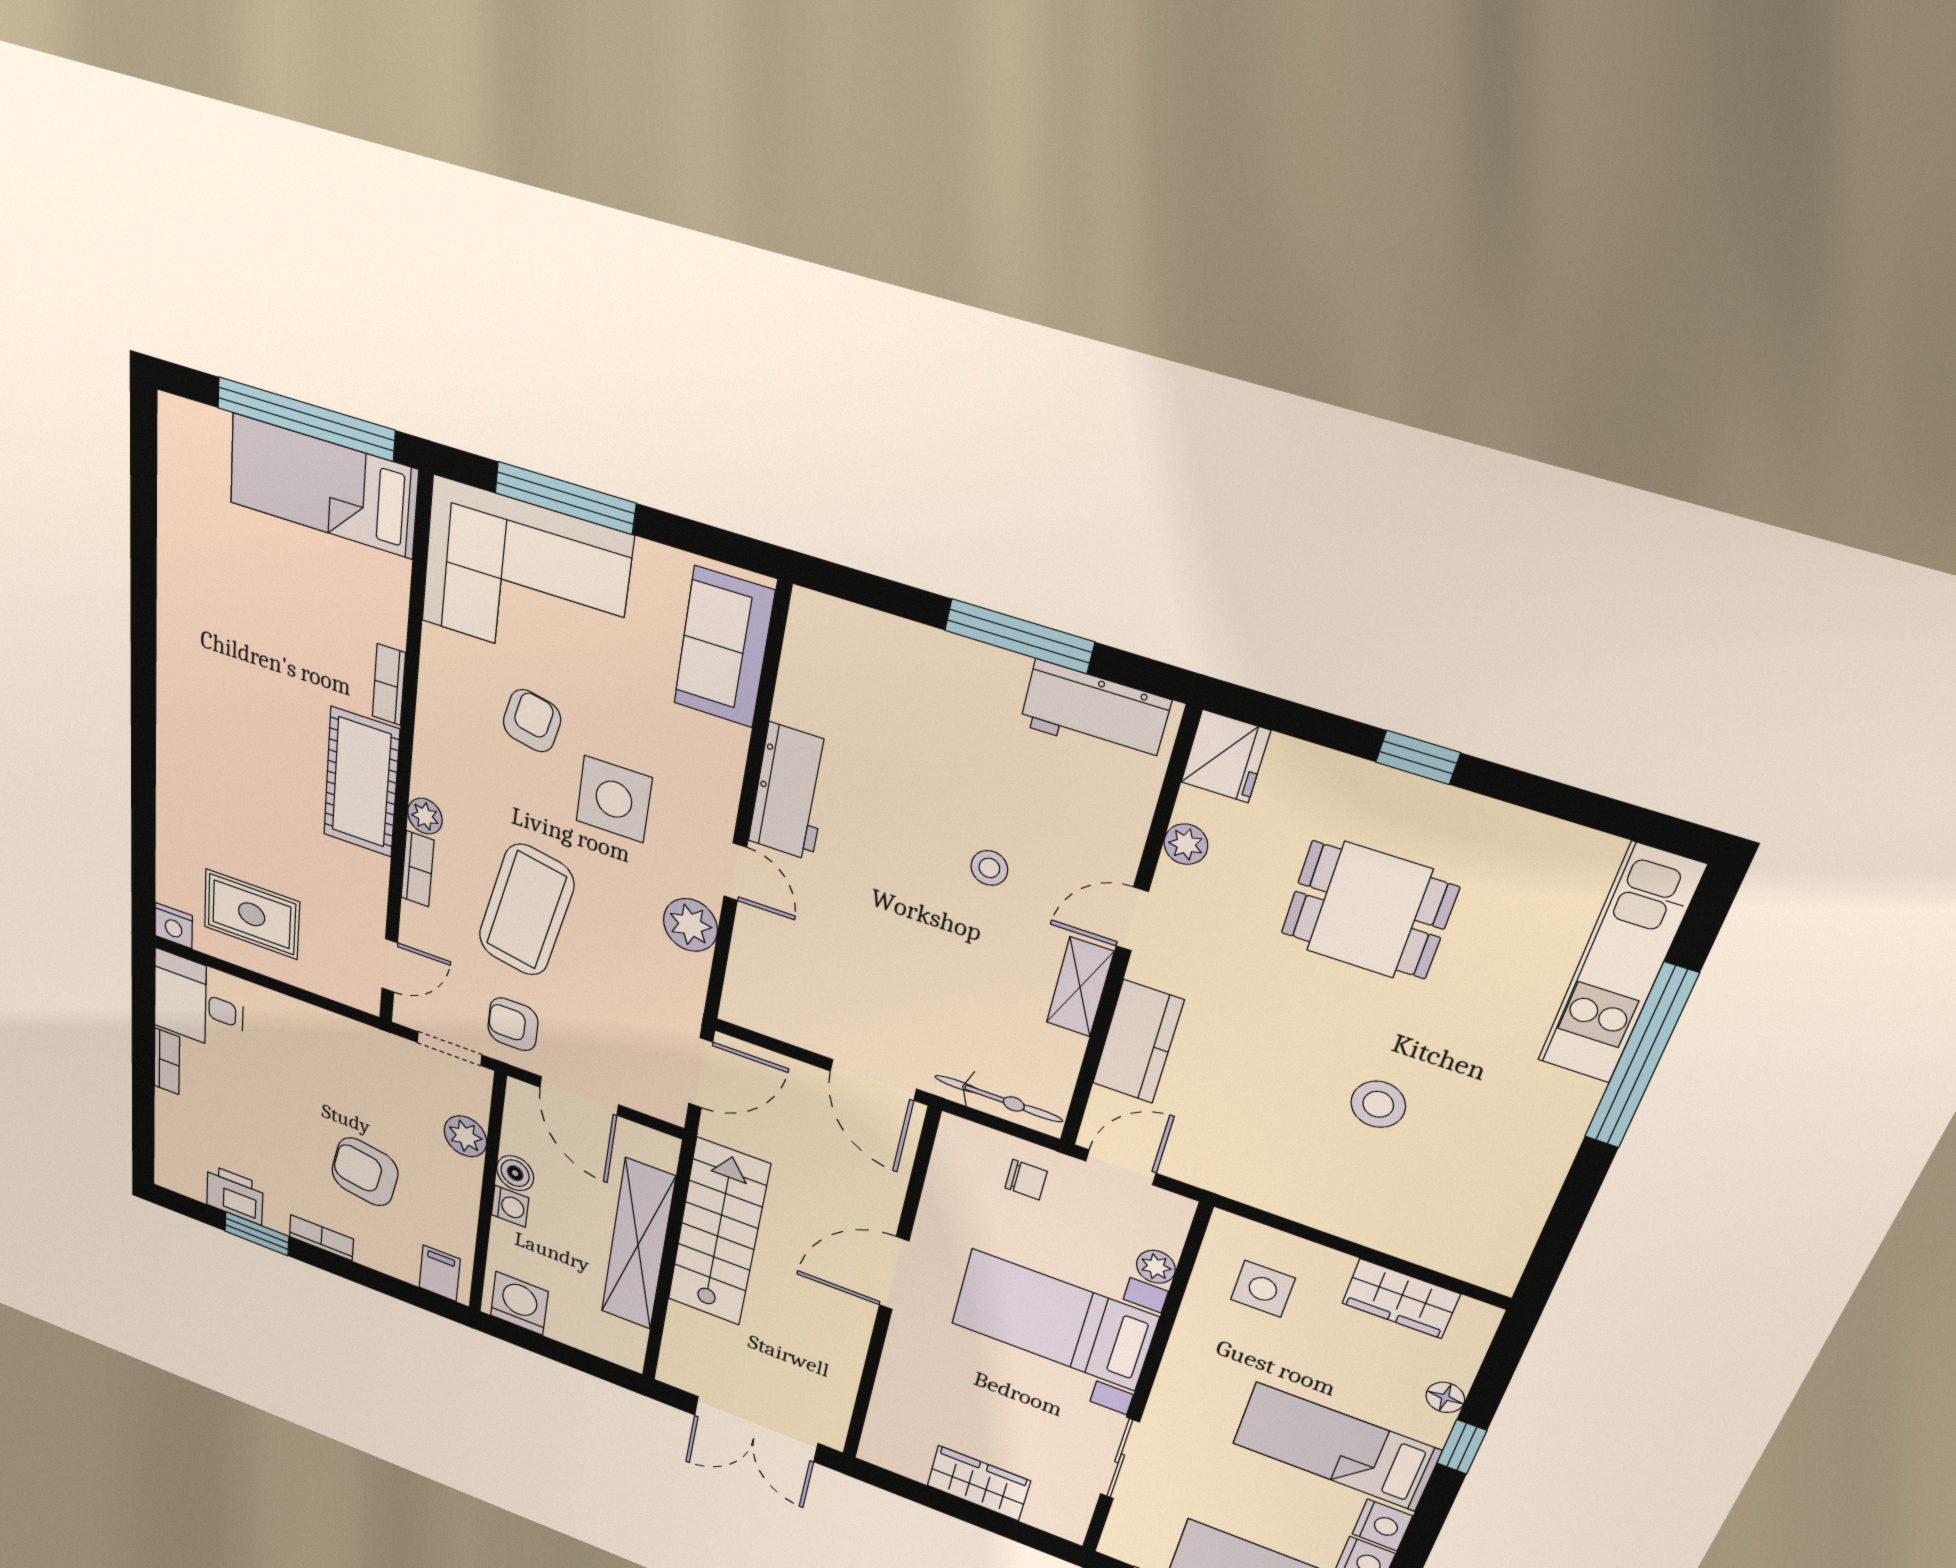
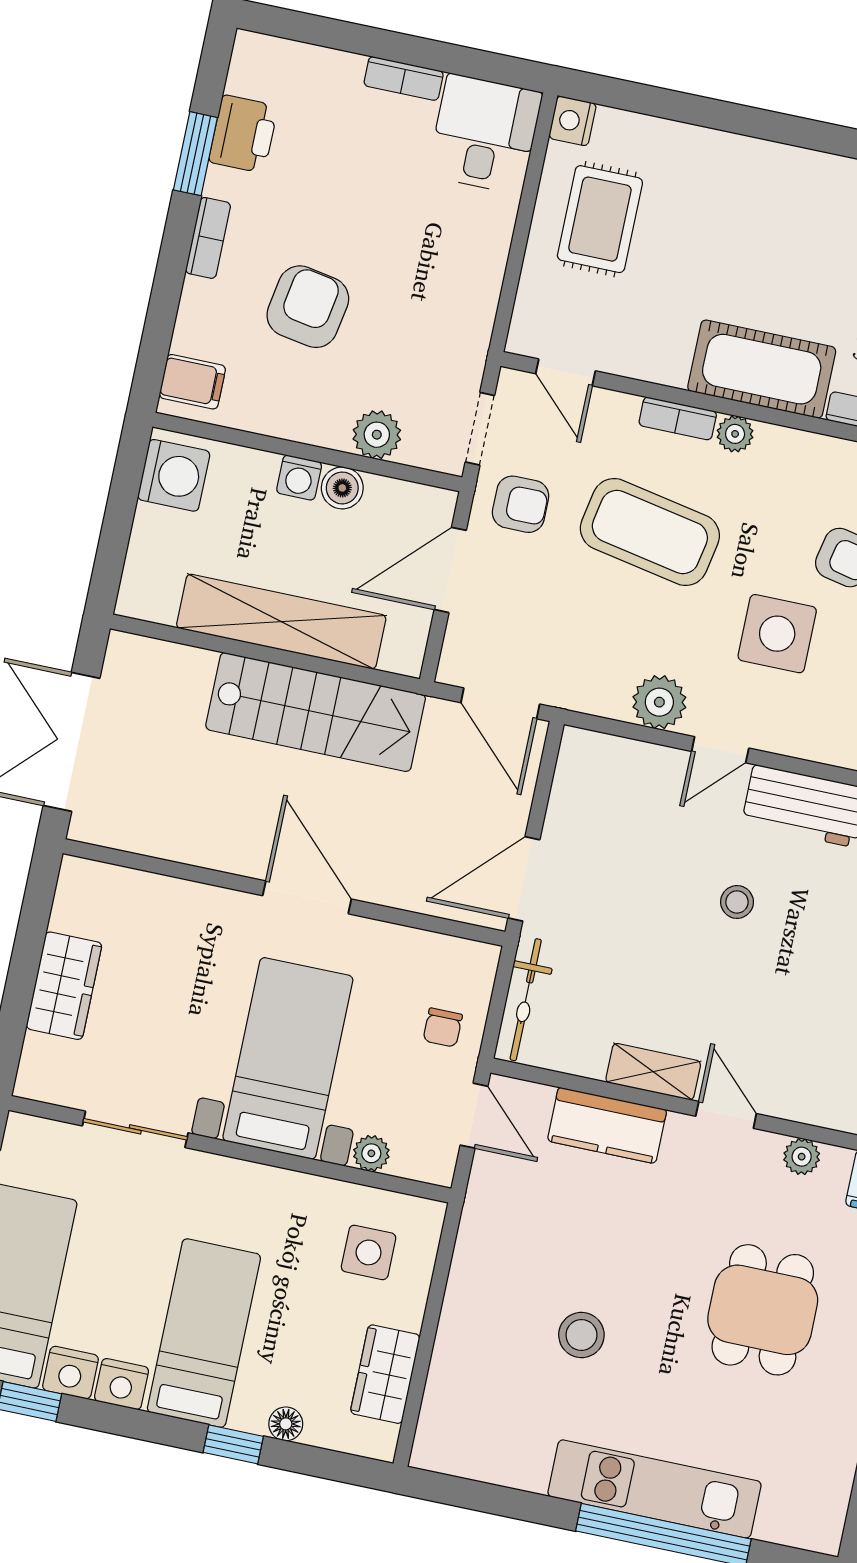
stool: (989, 868) -> (737, 902), moved
kitchen unit: (1620, 965) -> (654, 1489), moved
armchair: (513, 1024) -> (521, 504), turned 90

